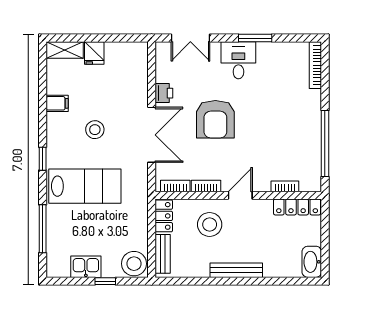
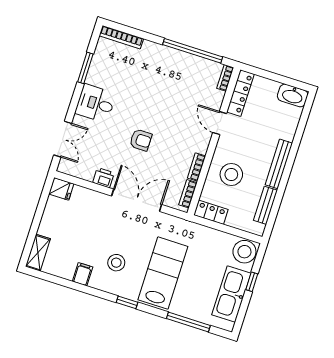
window: (255, 38) -> (85, 68), moved
fridge: (94, 53) -> (61, 189), moved
armchair: (215, 119) -> (141, 140), width x0.53, depth x0.53
stool: (95, 130) -> (116, 263), moved
bookcase: (285, 186) -> (225, 78), moved
door: (240, 195) -> (220, 123), moved
bench: (163, 254) -> (265, 205), moved, turned 90
kitchen sink: (86, 267) -> (231, 294), width x1.88, depth x1.24

